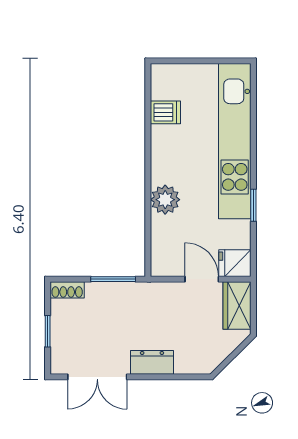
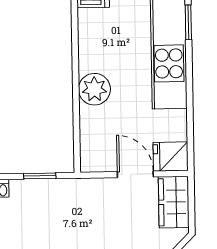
window: (253, 205) -> (188, 22), moved
window: (113, 279) -> (40, 176), width x0.67

